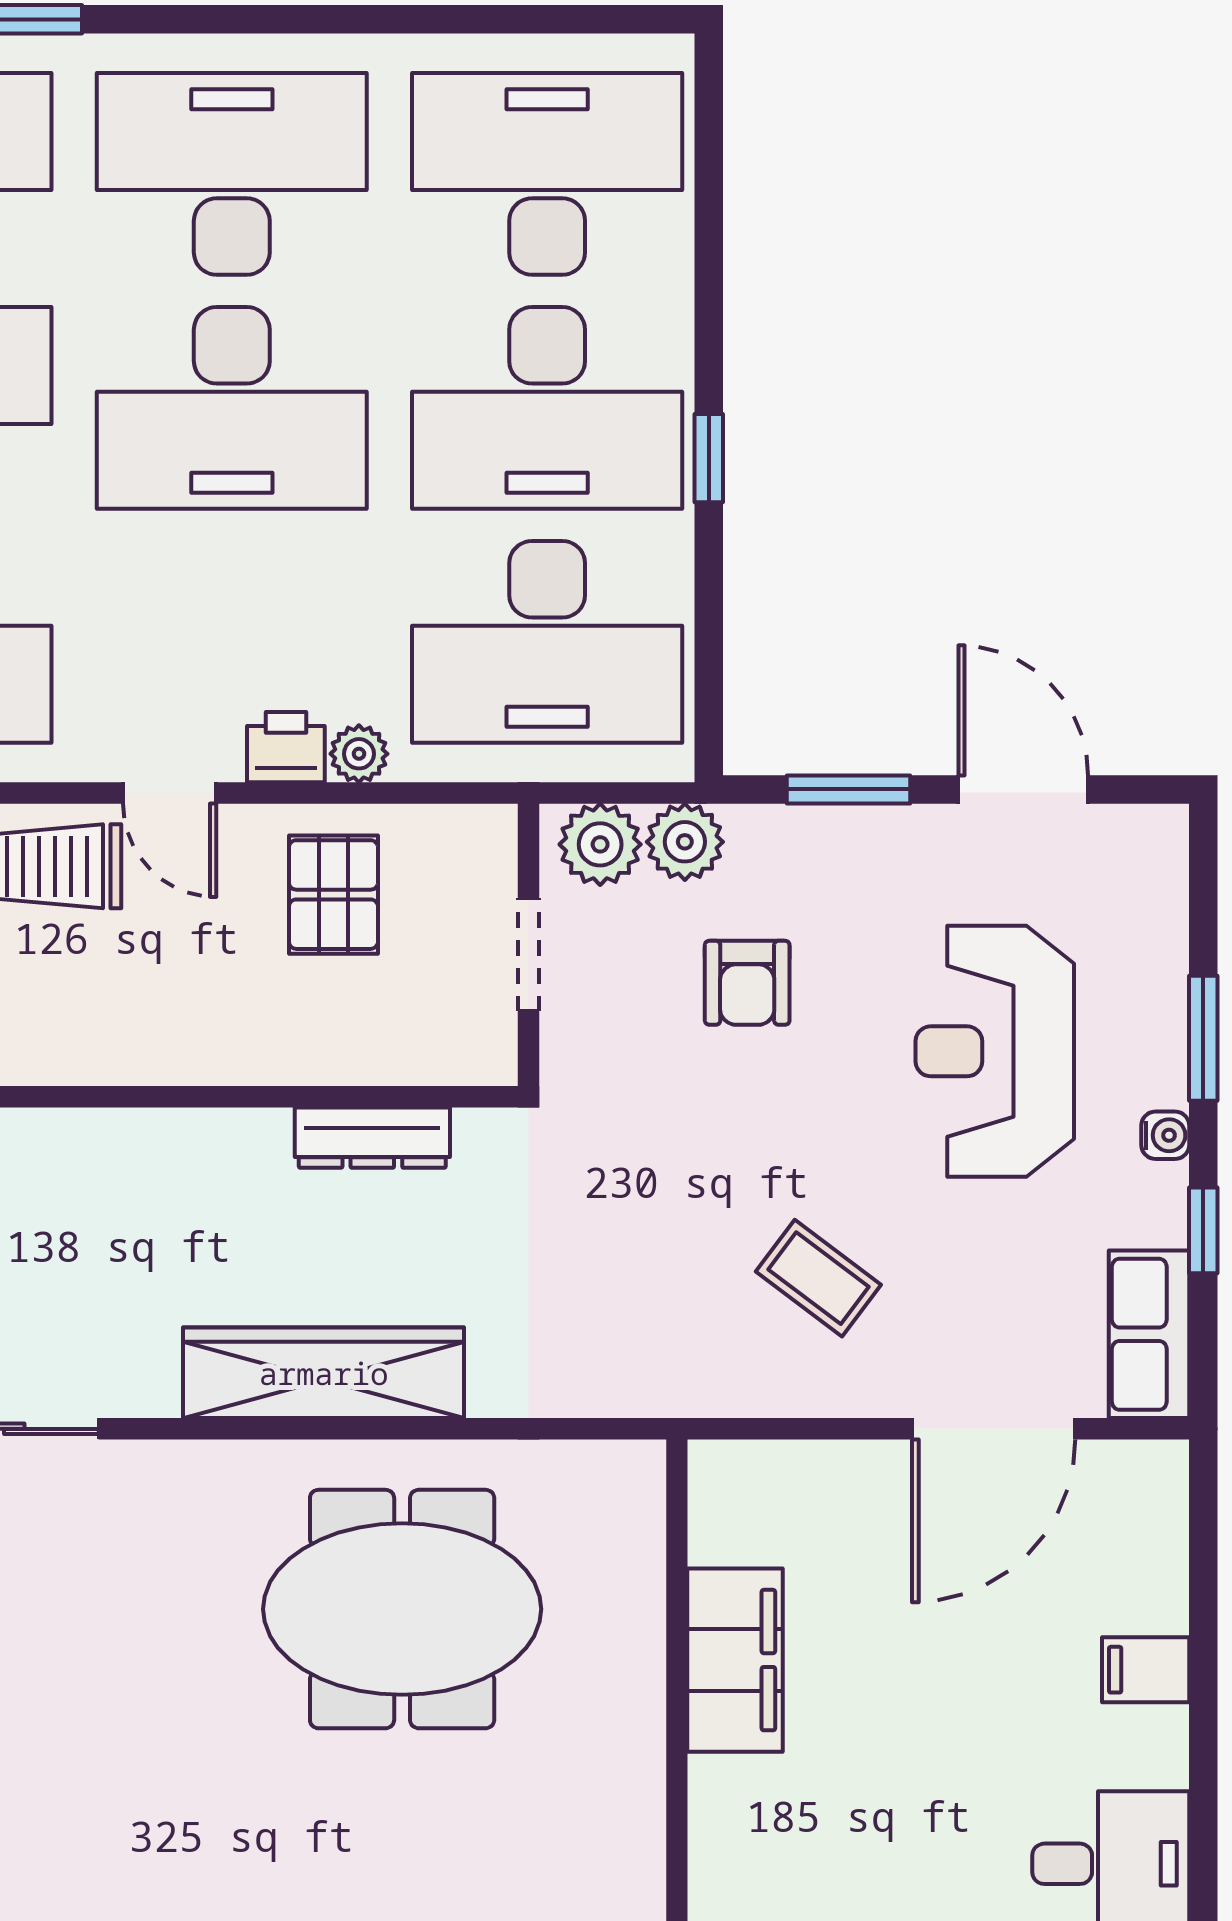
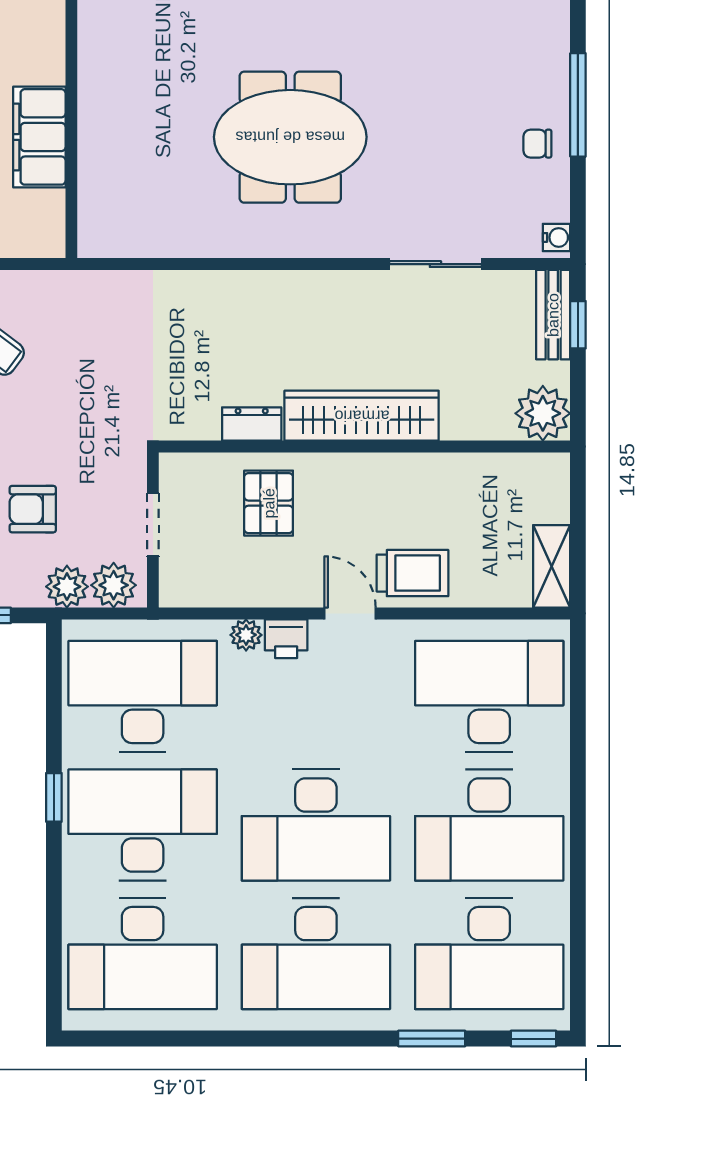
desk: (232, 408) -> (316, 825), turned 180
pallet: (333, 895) -> (269, 503), moved
armchair: (747, 983) -> (33, 509), turned -90
dresser: (372, 1138) -> (252, 424), width x0.70
wardrobe: (324, 1373) -> (362, 416), moved, turned 180
meeting table: (402, 1609) -> (290, 137), moved

